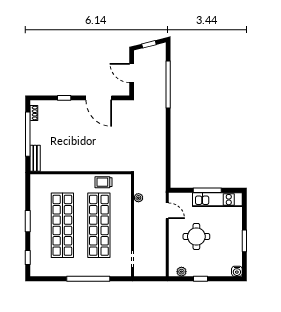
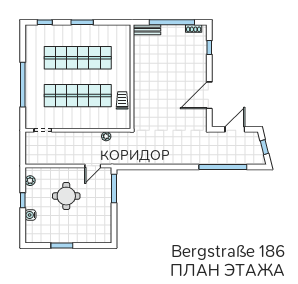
window: (64, 98) -> (209, 47), moved
window: (207, 190) -> (114, 189), moved
kitchen unit: (217, 200) -> (104, 218), removed
water cooler: (237, 271) -> (30, 215), moved

